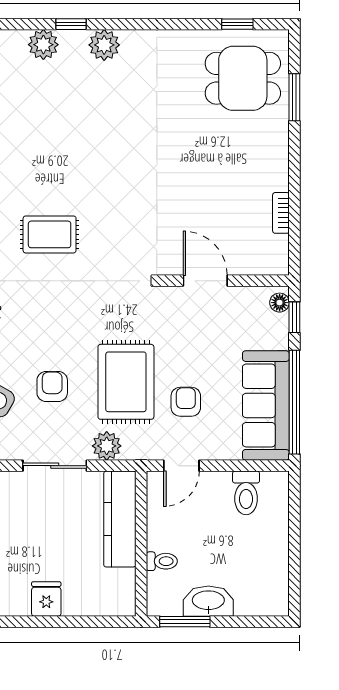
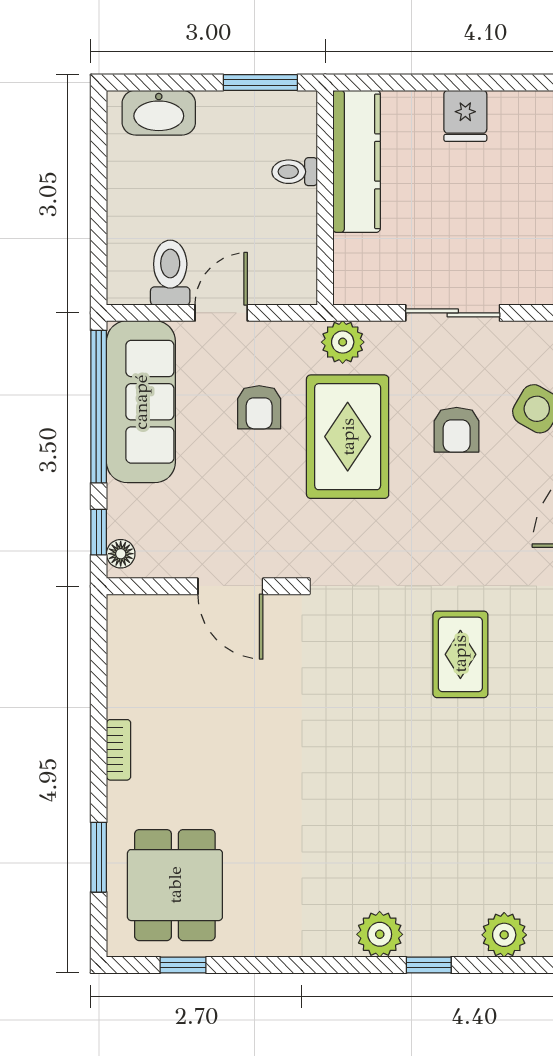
plant: (43, 45) -> (504, 935), moved
dining table: (243, 78) -> (175, 885), turned 90
bookcase: (281, 213) -> (119, 750), moved
rug: (50, 234) -> (460, 654), turned 90
plant: (107, 446) -> (343, 342), moved
door: (181, 466) -> (221, 313), moved
kitchen counter: (120, 519) -> (357, 161), moved
washbasin: (208, 601) -> (159, 113), moved

